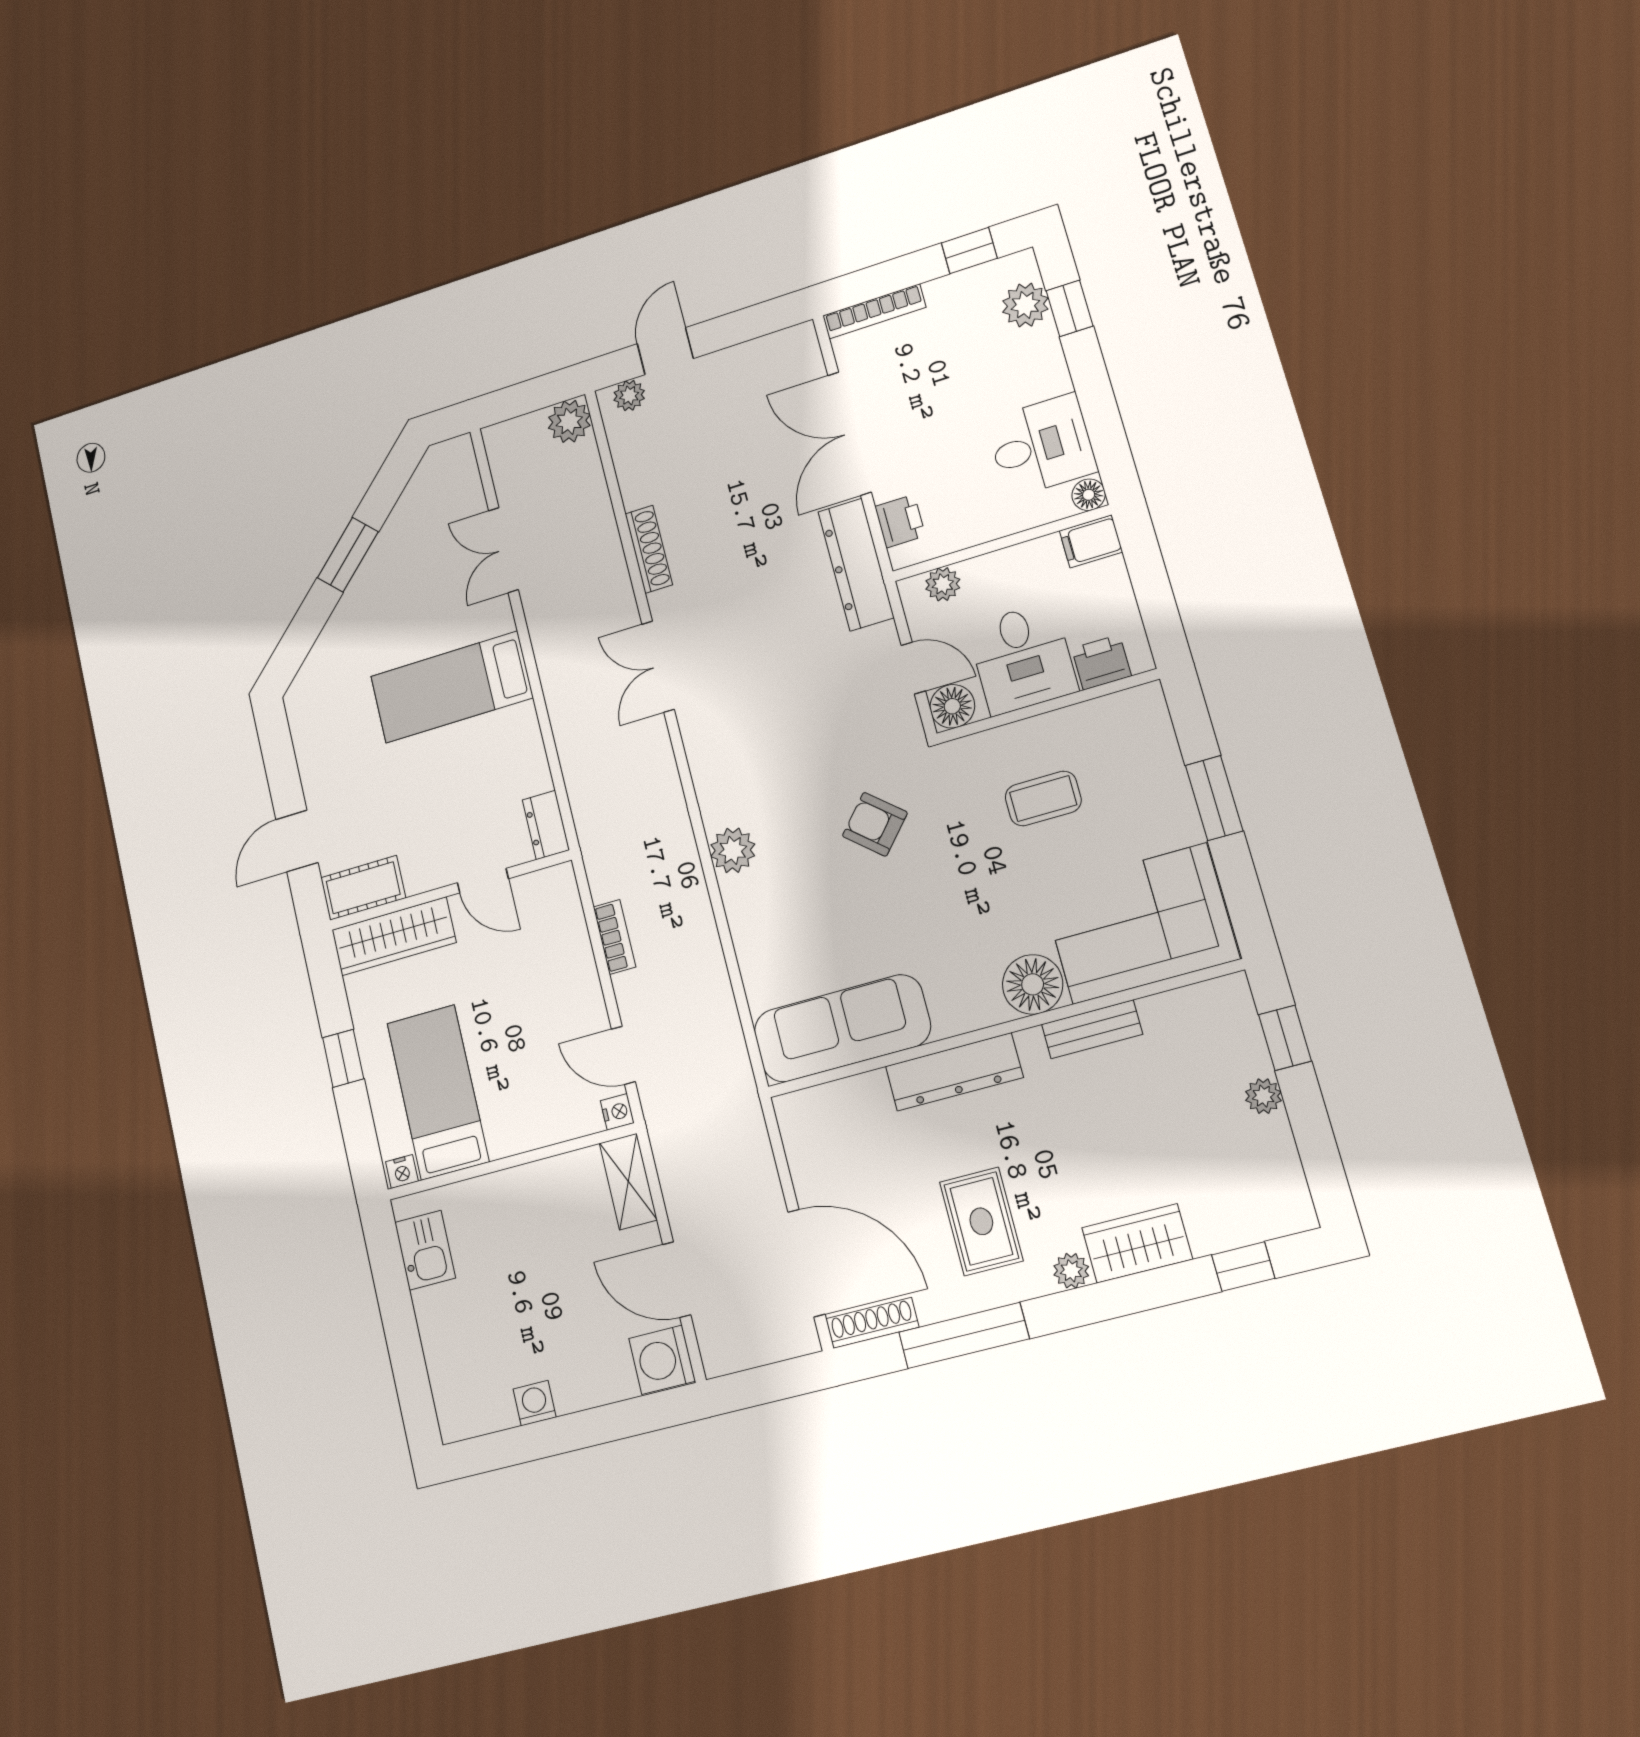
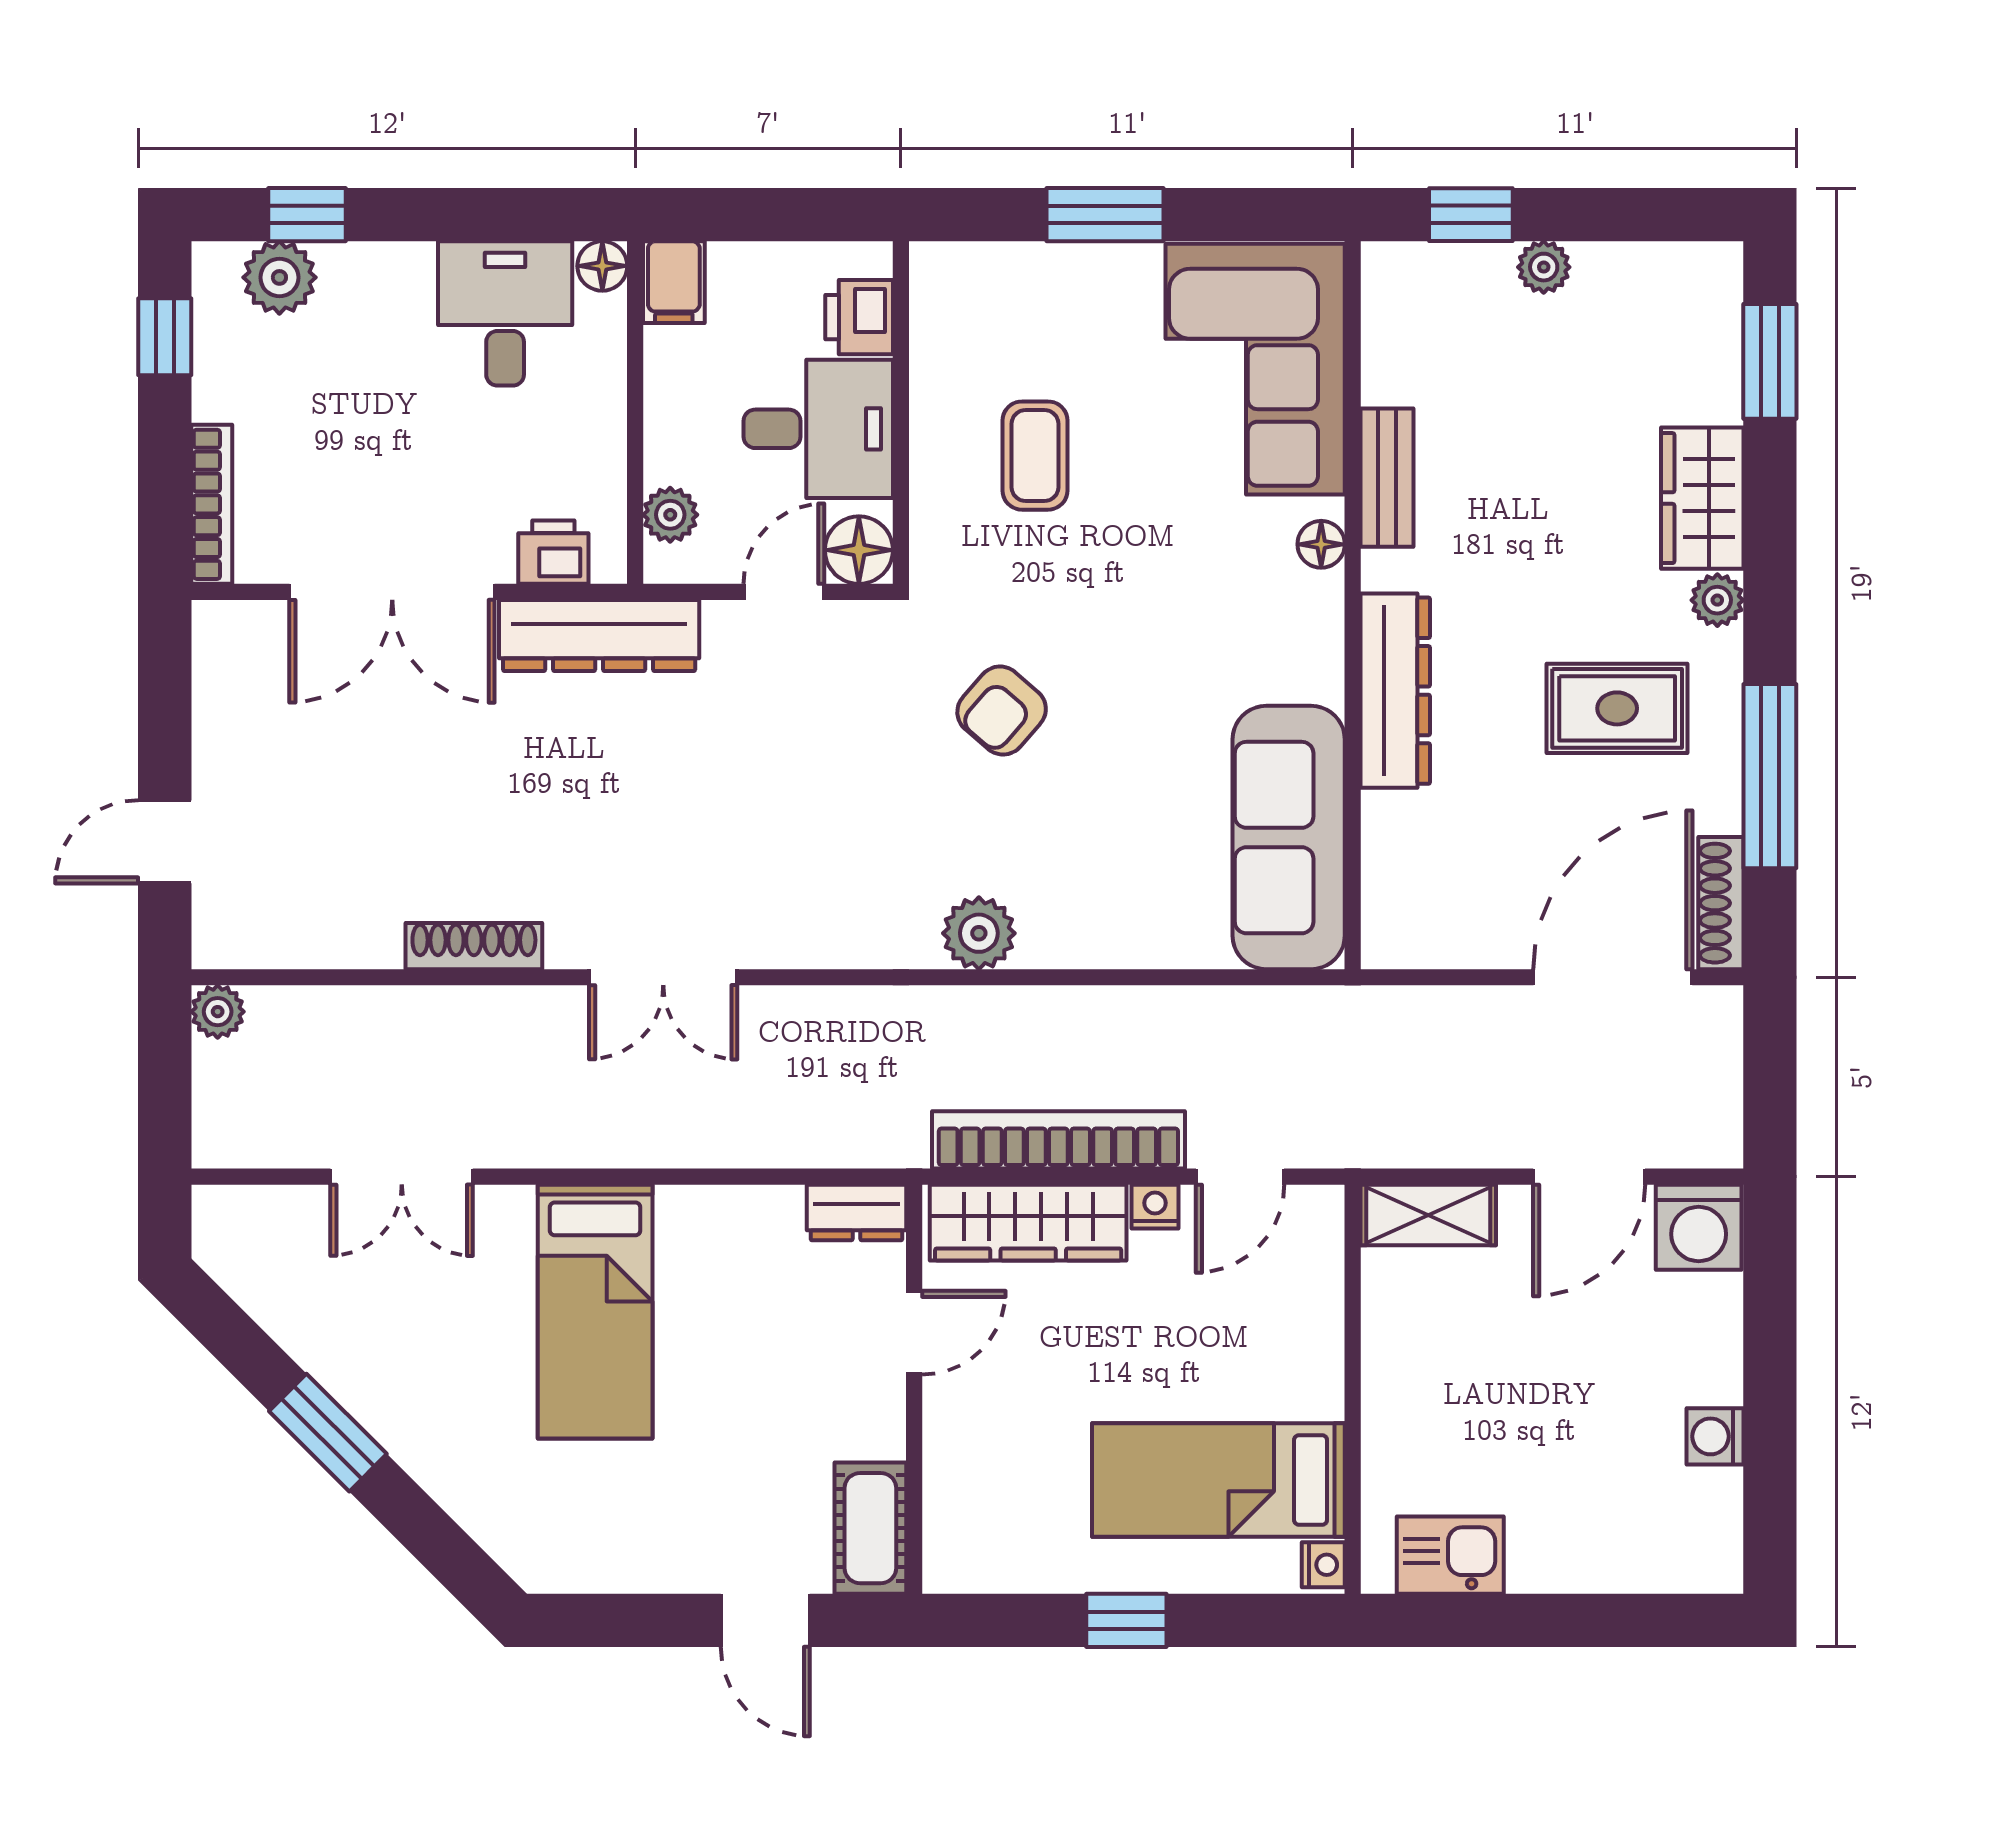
door: (665, 351) -> (165, 842), hinge flipped
plant: (629, 395) -> (217, 916), removed
plant: (569, 421) -> (218, 1012), width x0.73, depth x0.73
wardrobe: (394, 936) -> (1028, 1223), moved, turned 90
bookcase: (615, 937) -> (1058, 1140), width x2.31, depth x1.31
floor lamp: (1033, 984) -> (1321, 544), width x0.53, depth x0.53
nightstand: (617, 1112) -> (1155, 1207), moved
window: (1243, 1267) -> (1770, 361), width x1.50

